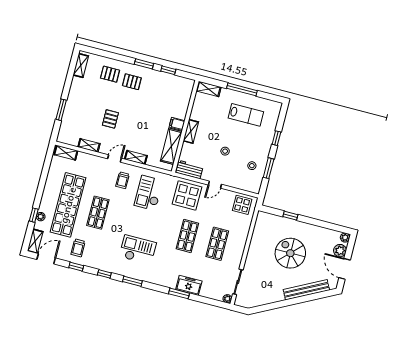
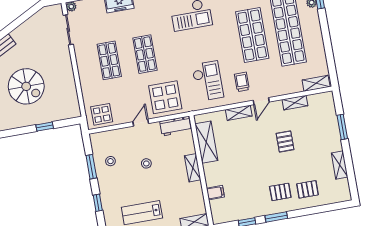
shelving: (81, 65) -> (340, 165), moved
filing cabinet: (177, 124) -> (215, 193), moved
shop shelf: (98, 213) -> (252, 35), width x1.43, depth x1.36

